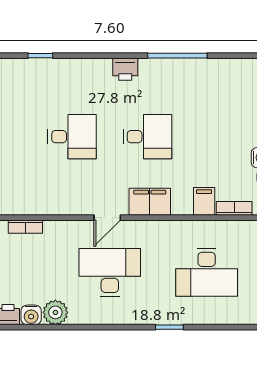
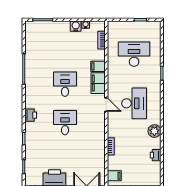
printer: (125, 69) -> (31, 115), moved
filing cabinet: (204, 201) -> (98, 66), moved
desk: (110, 272) -> (134, 103), turned 180
desk: (207, 272) -> (134, 54), turned -90
water cooler: (31, 315) -> (156, 143), removed

